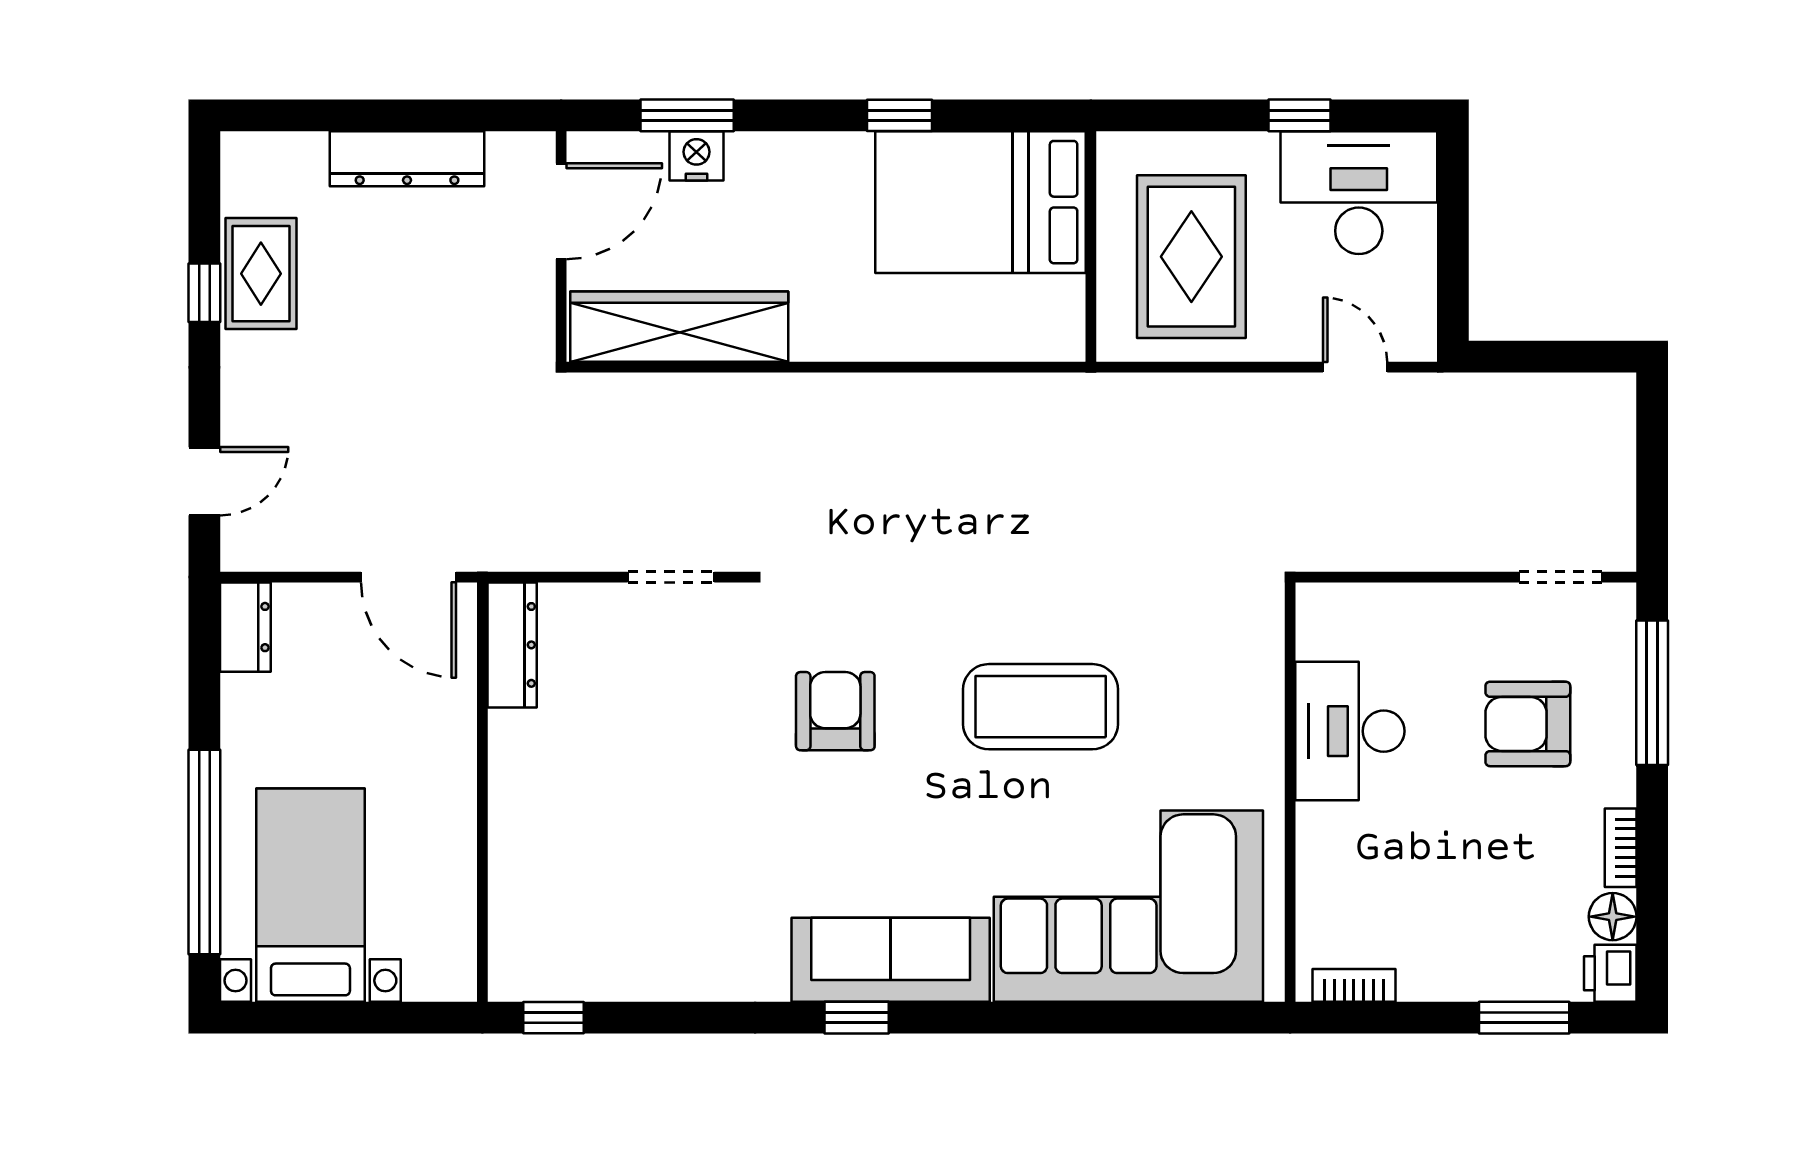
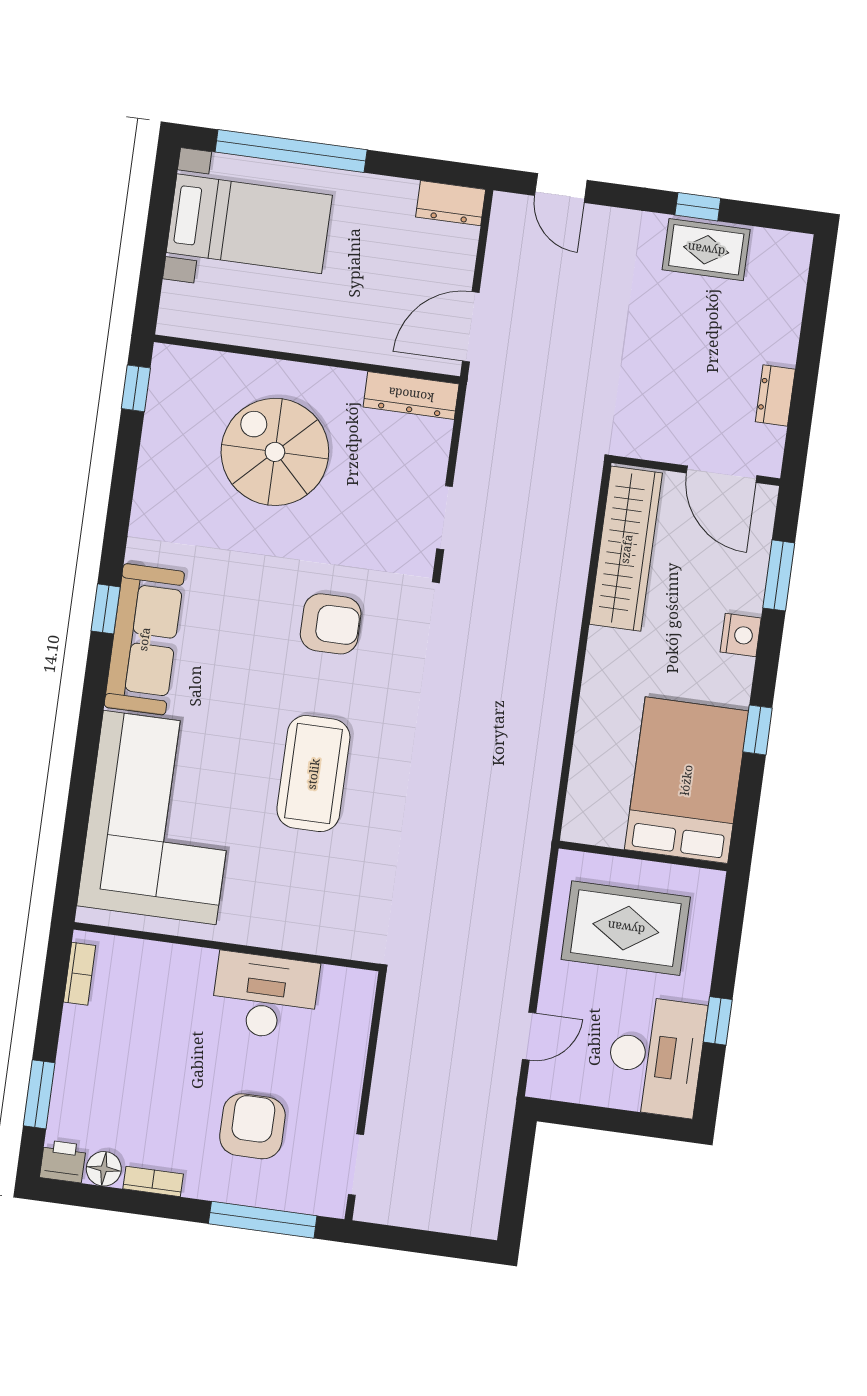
nightstand: (696, 156) -> (741, 635), moved
dresser: (407, 159) -> (775, 395), width x0.51, depth x0.80
spiral stairs: (614, 818) -> (275, 452), added

